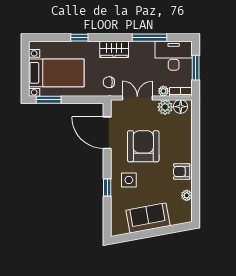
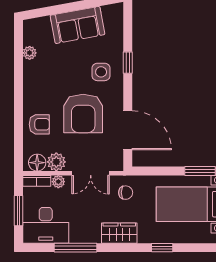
armchair: (182, 172) -> (39, 124), moved

